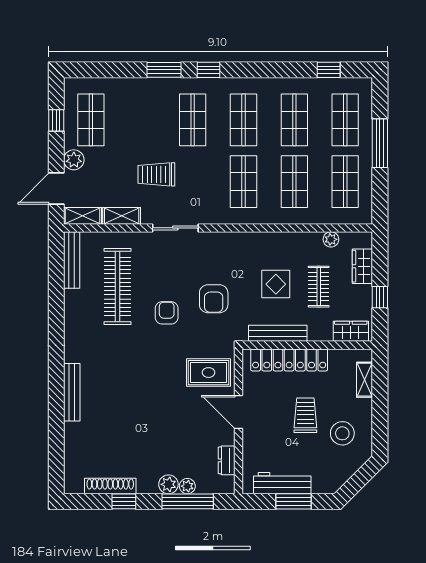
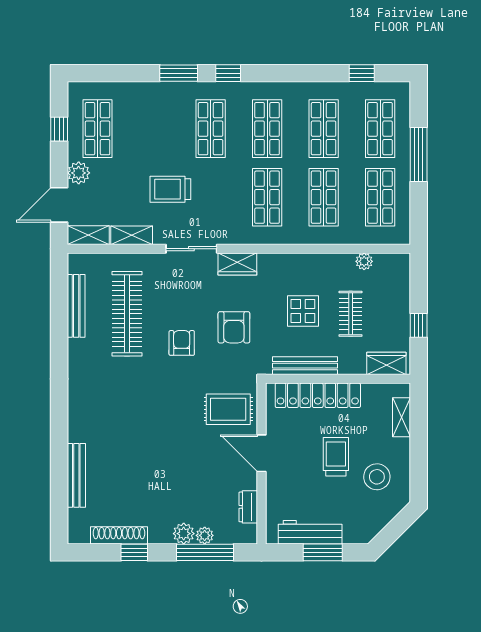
bench: (72, 260) -> (76, 306), moved
wardrobe: (362, 266) -> (237, 264), moved, turned -90
bench: (72, 392) -> (76, 475), moved

